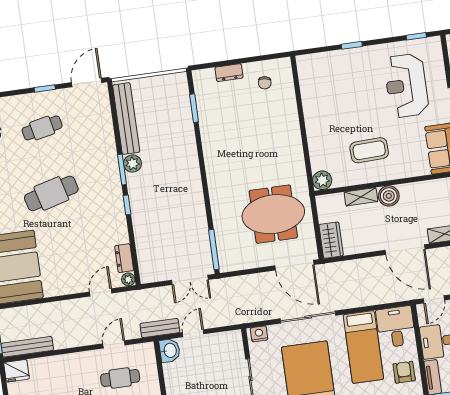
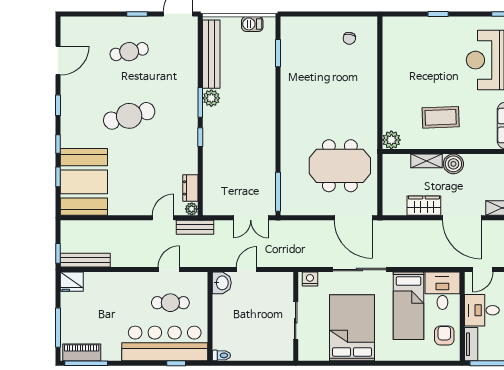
dresser: (229, 73) -> (316, 24), removed
barbecue: (164, 82) -> (252, 24), added
wardrobe: (331, 240) -> (424, 206), moved, turned -90
bench: (160, 328) -> (195, 227), moved

